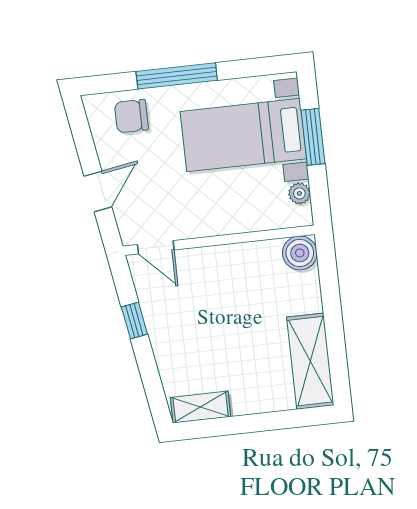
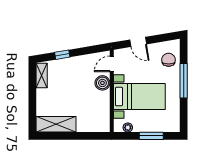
bed with nightstands: (243, 135) -> (139, 97), moved, turned 90
boiler: (300, 253) -> (102, 83), moved
window: (134, 320) -> (62, 55), moved

